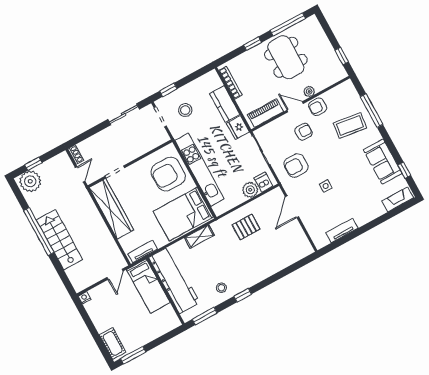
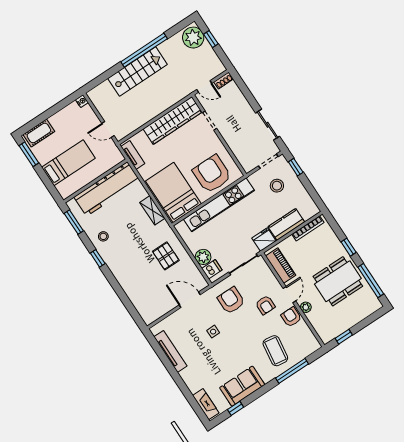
tv unit: (342, 230) -> (170, 351), width x1.41
bed: (148, 286) -> (68, 163), moved, turned 180

